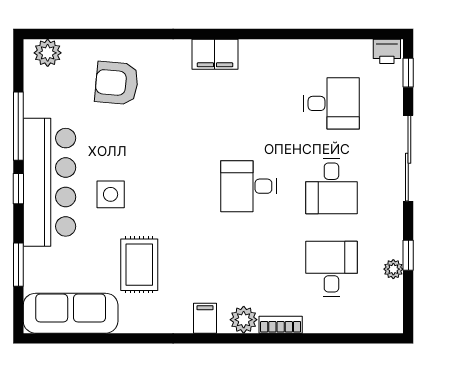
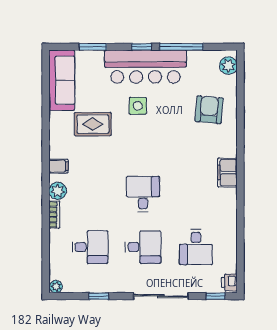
desk: (331, 186) -> (143, 247), turned 180
plant: (393, 269) -> (56, 287), moved

